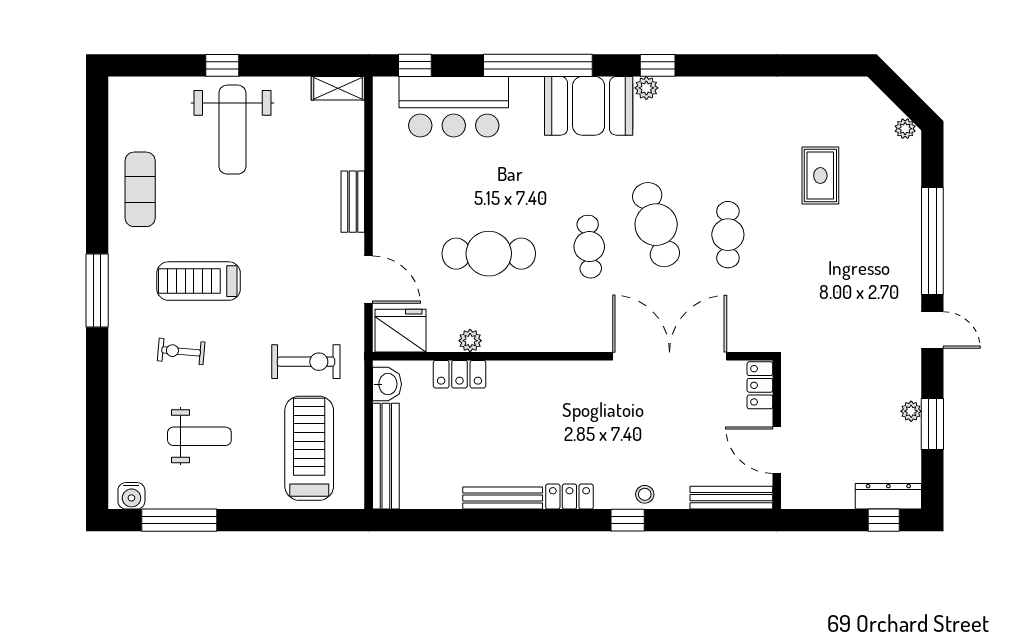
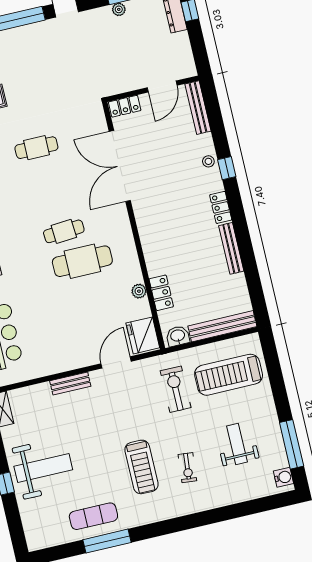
cafe table: (656, 225) -> (41, 193), removed
cafe table: (489, 254) -> (82, 261), moved, turned 90
window: (97, 291) -> (107, 541), moved

